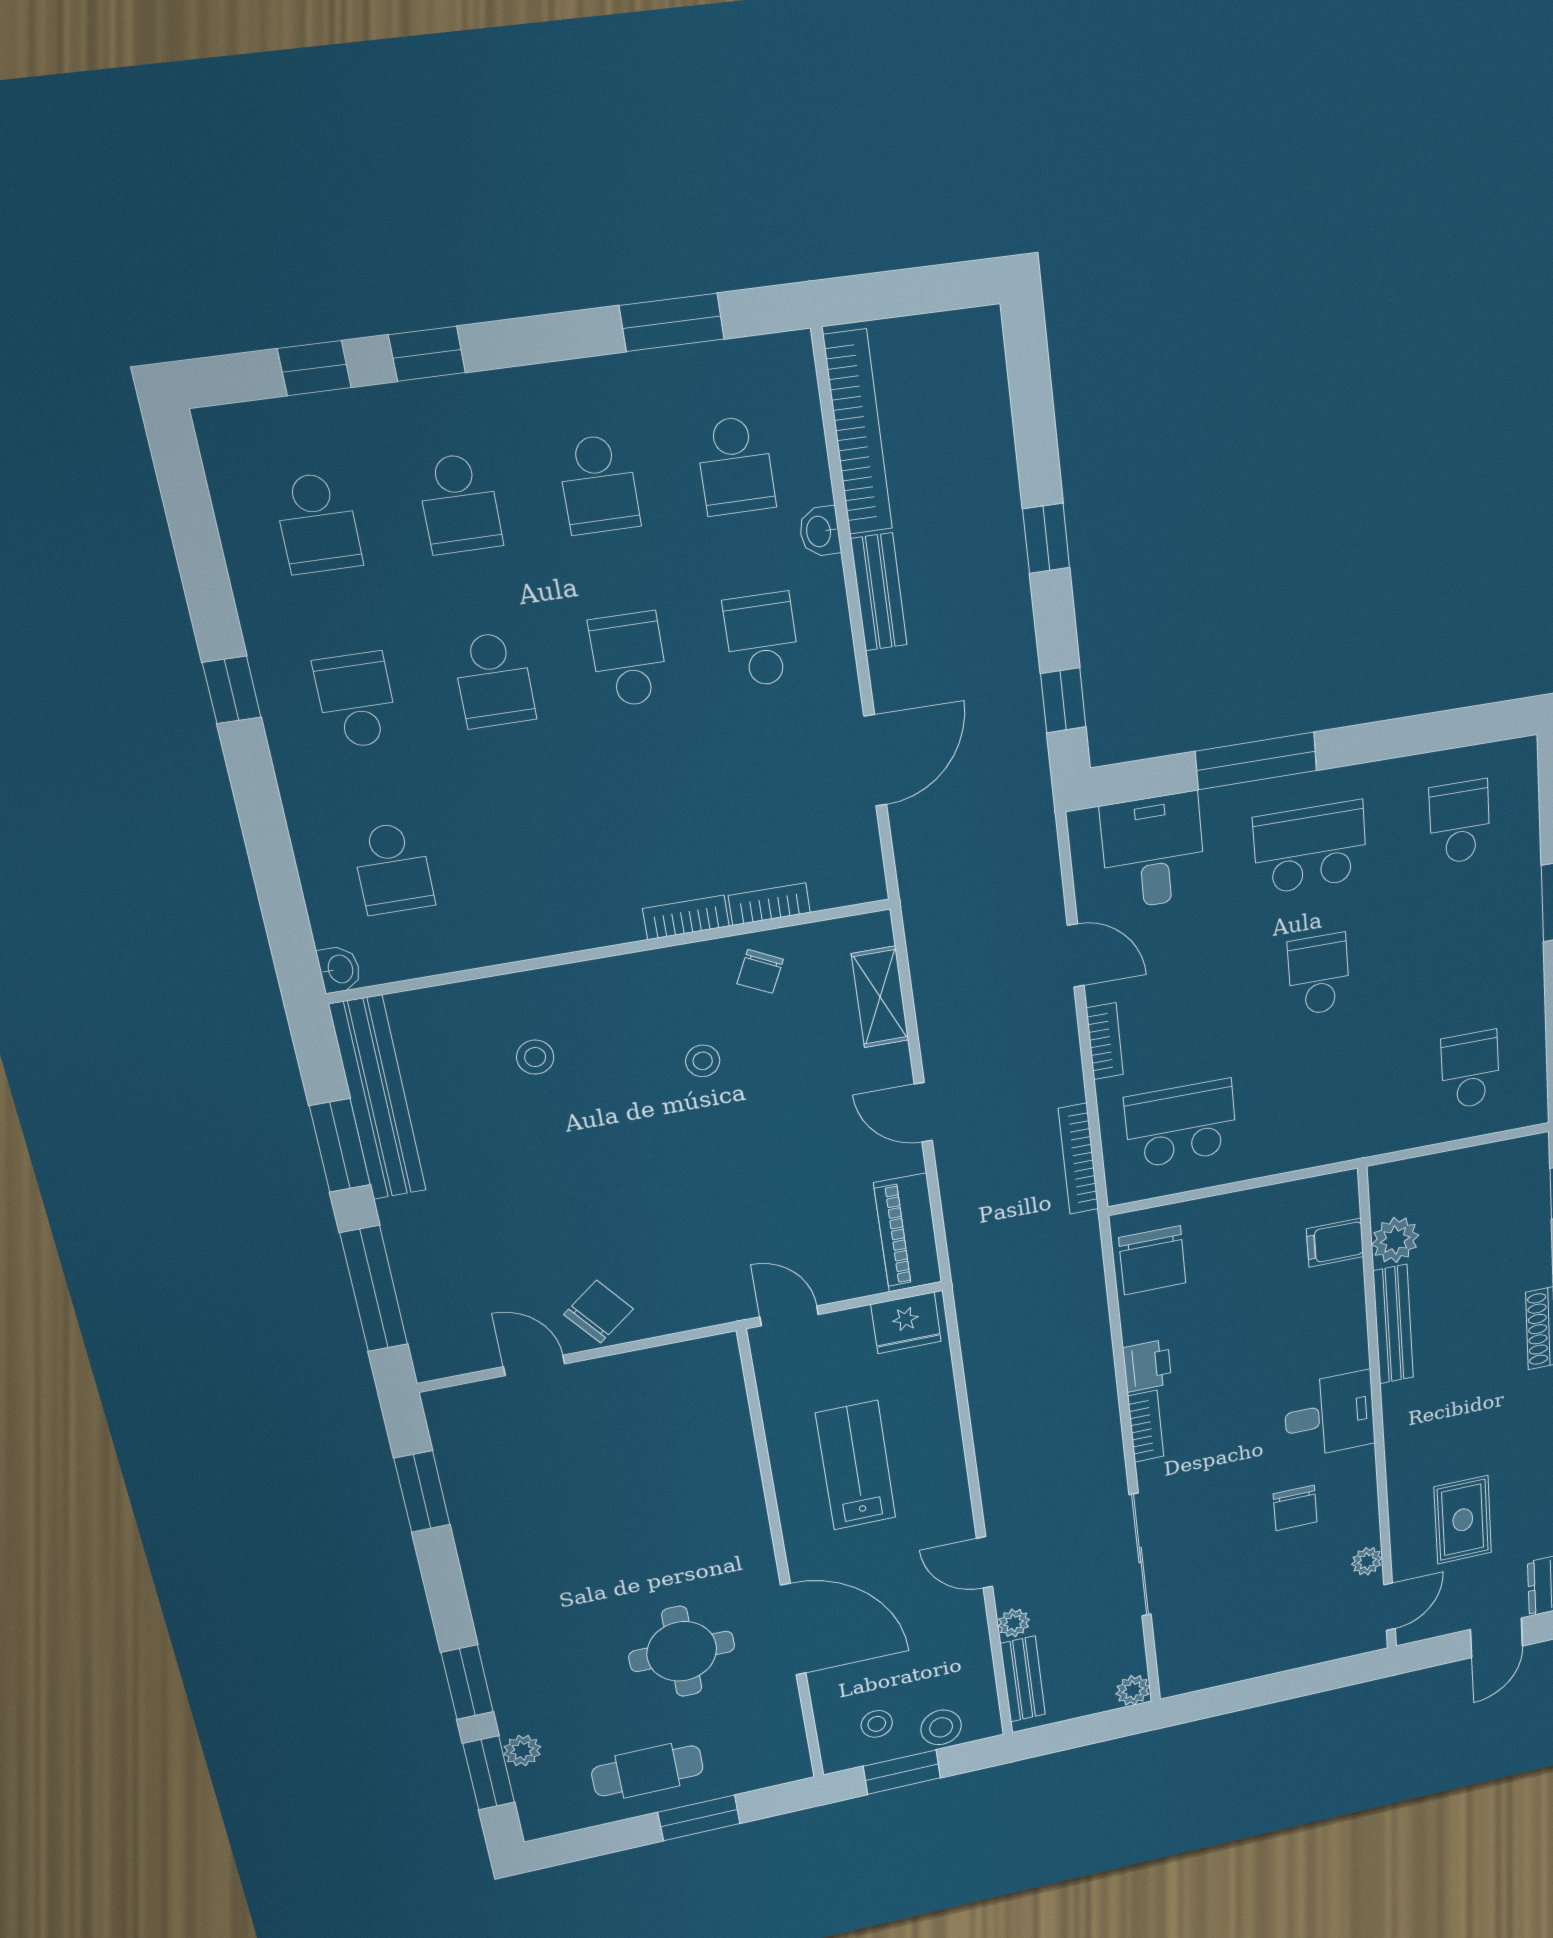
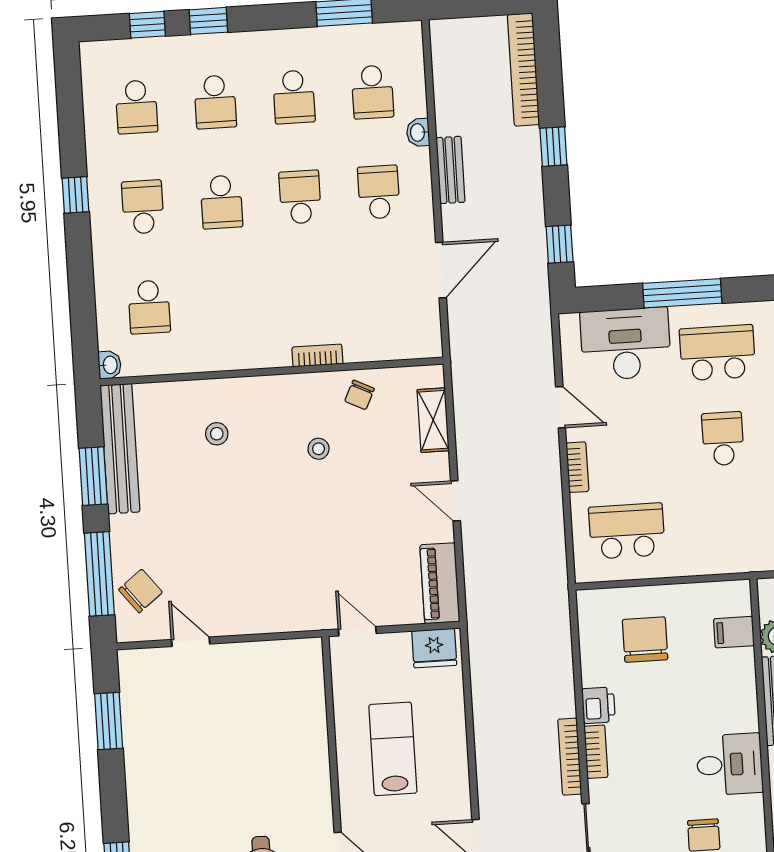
bookcase: (858, 433) -> (524, 70), moved, turned 180
desk: (1153, 851) -> (626, 344), width x1.37
bookcase: (769, 904) -> (369, 353), removed
bookcase: (1078, 1159) -> (570, 757), moved
chair: (1152, 1260) -> (645, 640), moved, turned 180
chair: (599, 1312) -> (140, 591), moved

